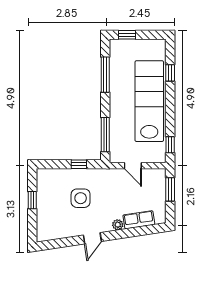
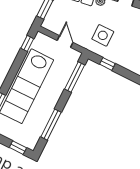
side table: (81, 198) -> (103, 35), moved

